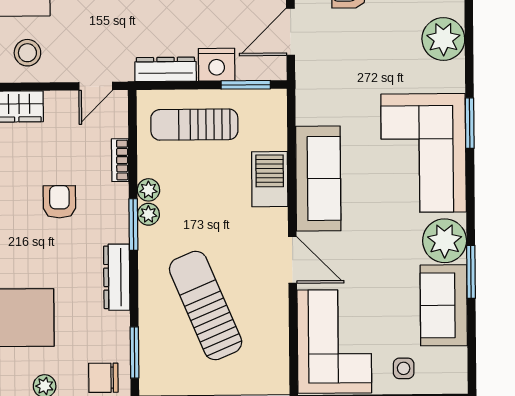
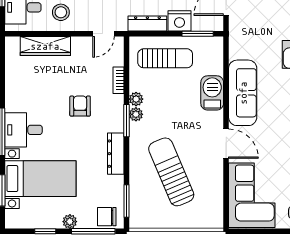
sun lounger: (194, 125) -> (165, 58), turned 180

